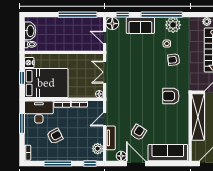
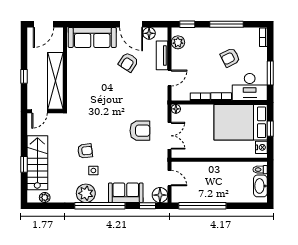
armchair: (171, 96) -> (140, 131), moved

